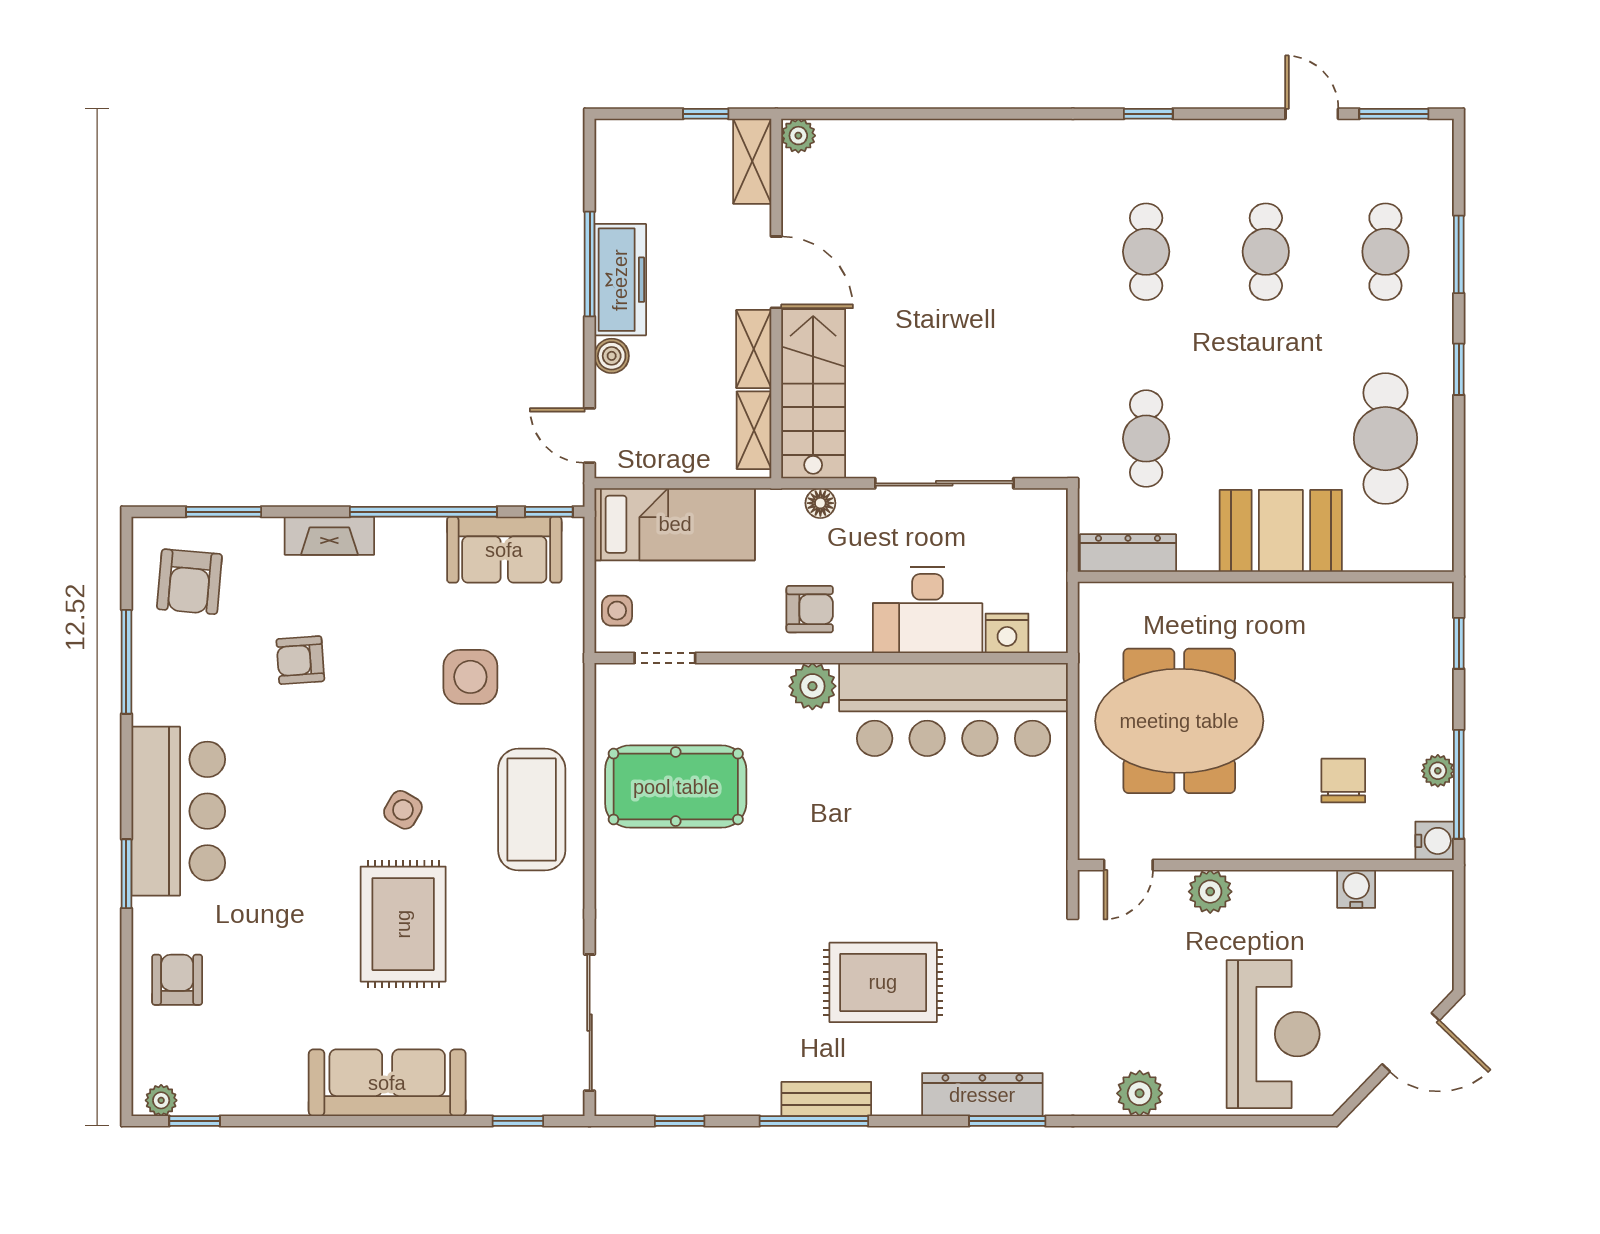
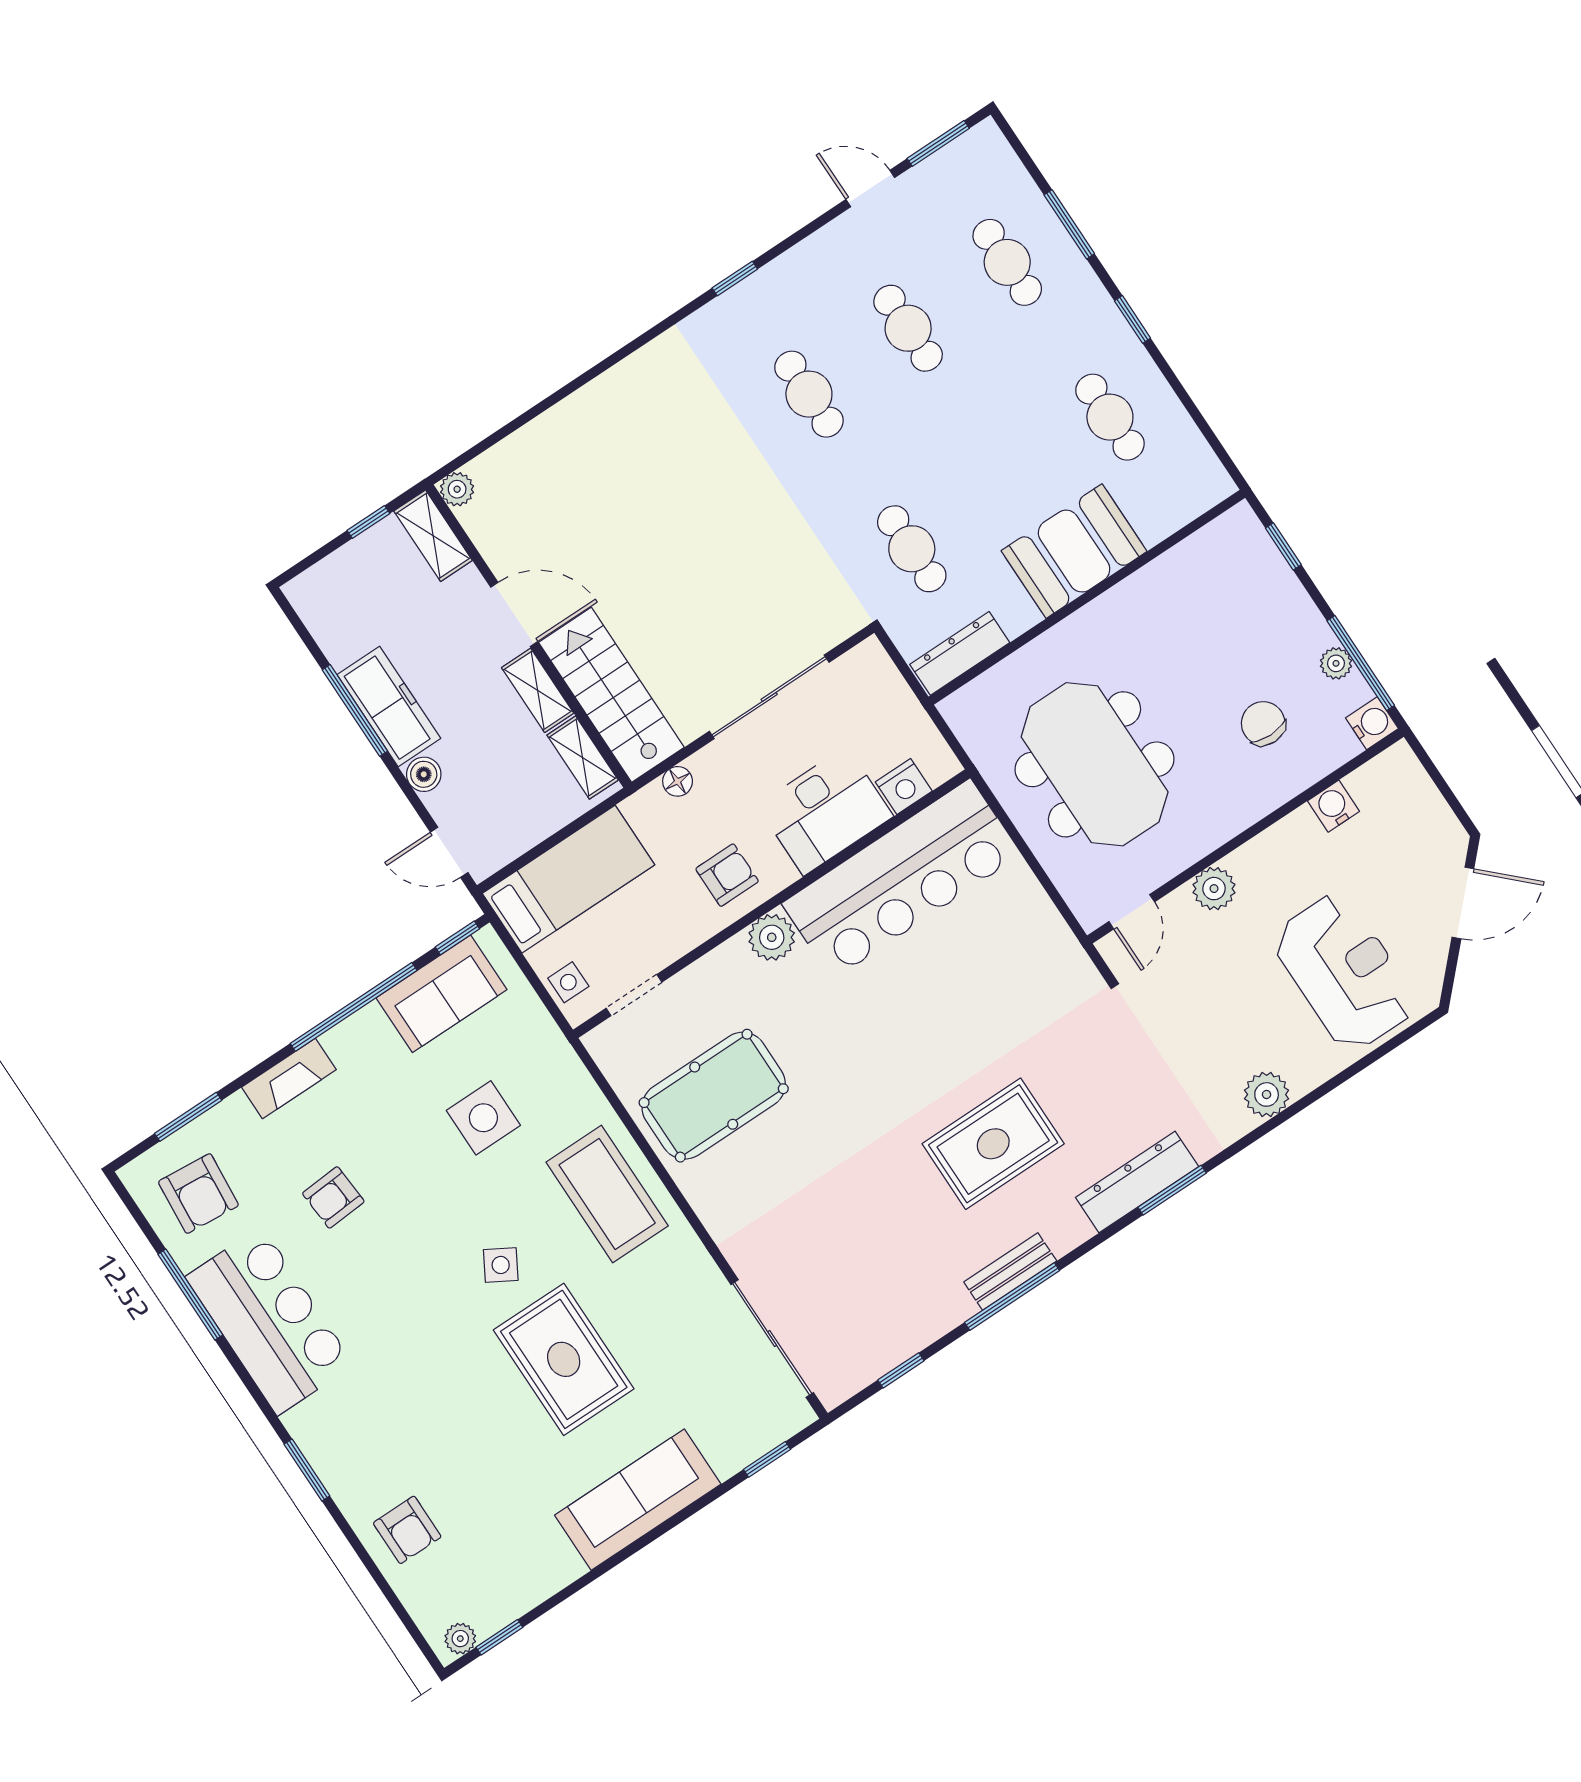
cafe table: (1385, 439) -> (1110, 417), width x0.73, depth x0.74
meeting table: (1179, 721) -> (1095, 764), turned 90
bar counter: (178, 811) -> (270, 1321), moved
armchair: (177, 980) -> (407, 1530), turned 180

